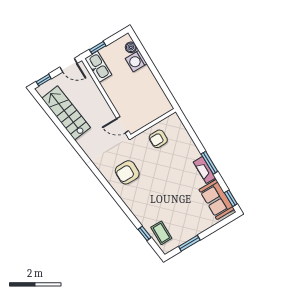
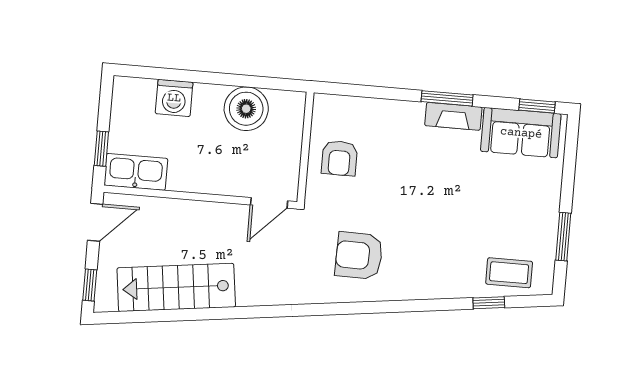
boiler: (131, 47) -> (246, 109), moved, width x1.86, depth x1.86
armchair: (127, 172) -> (359, 256), turned 91

